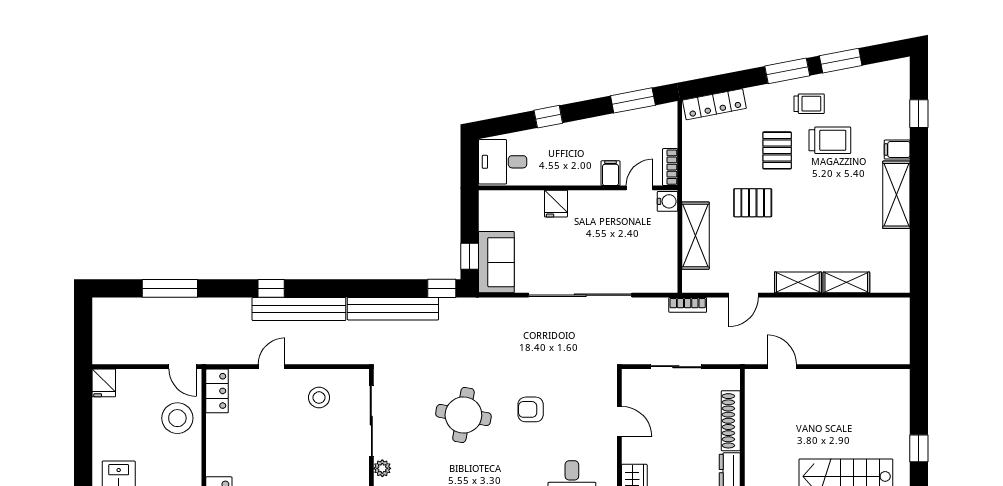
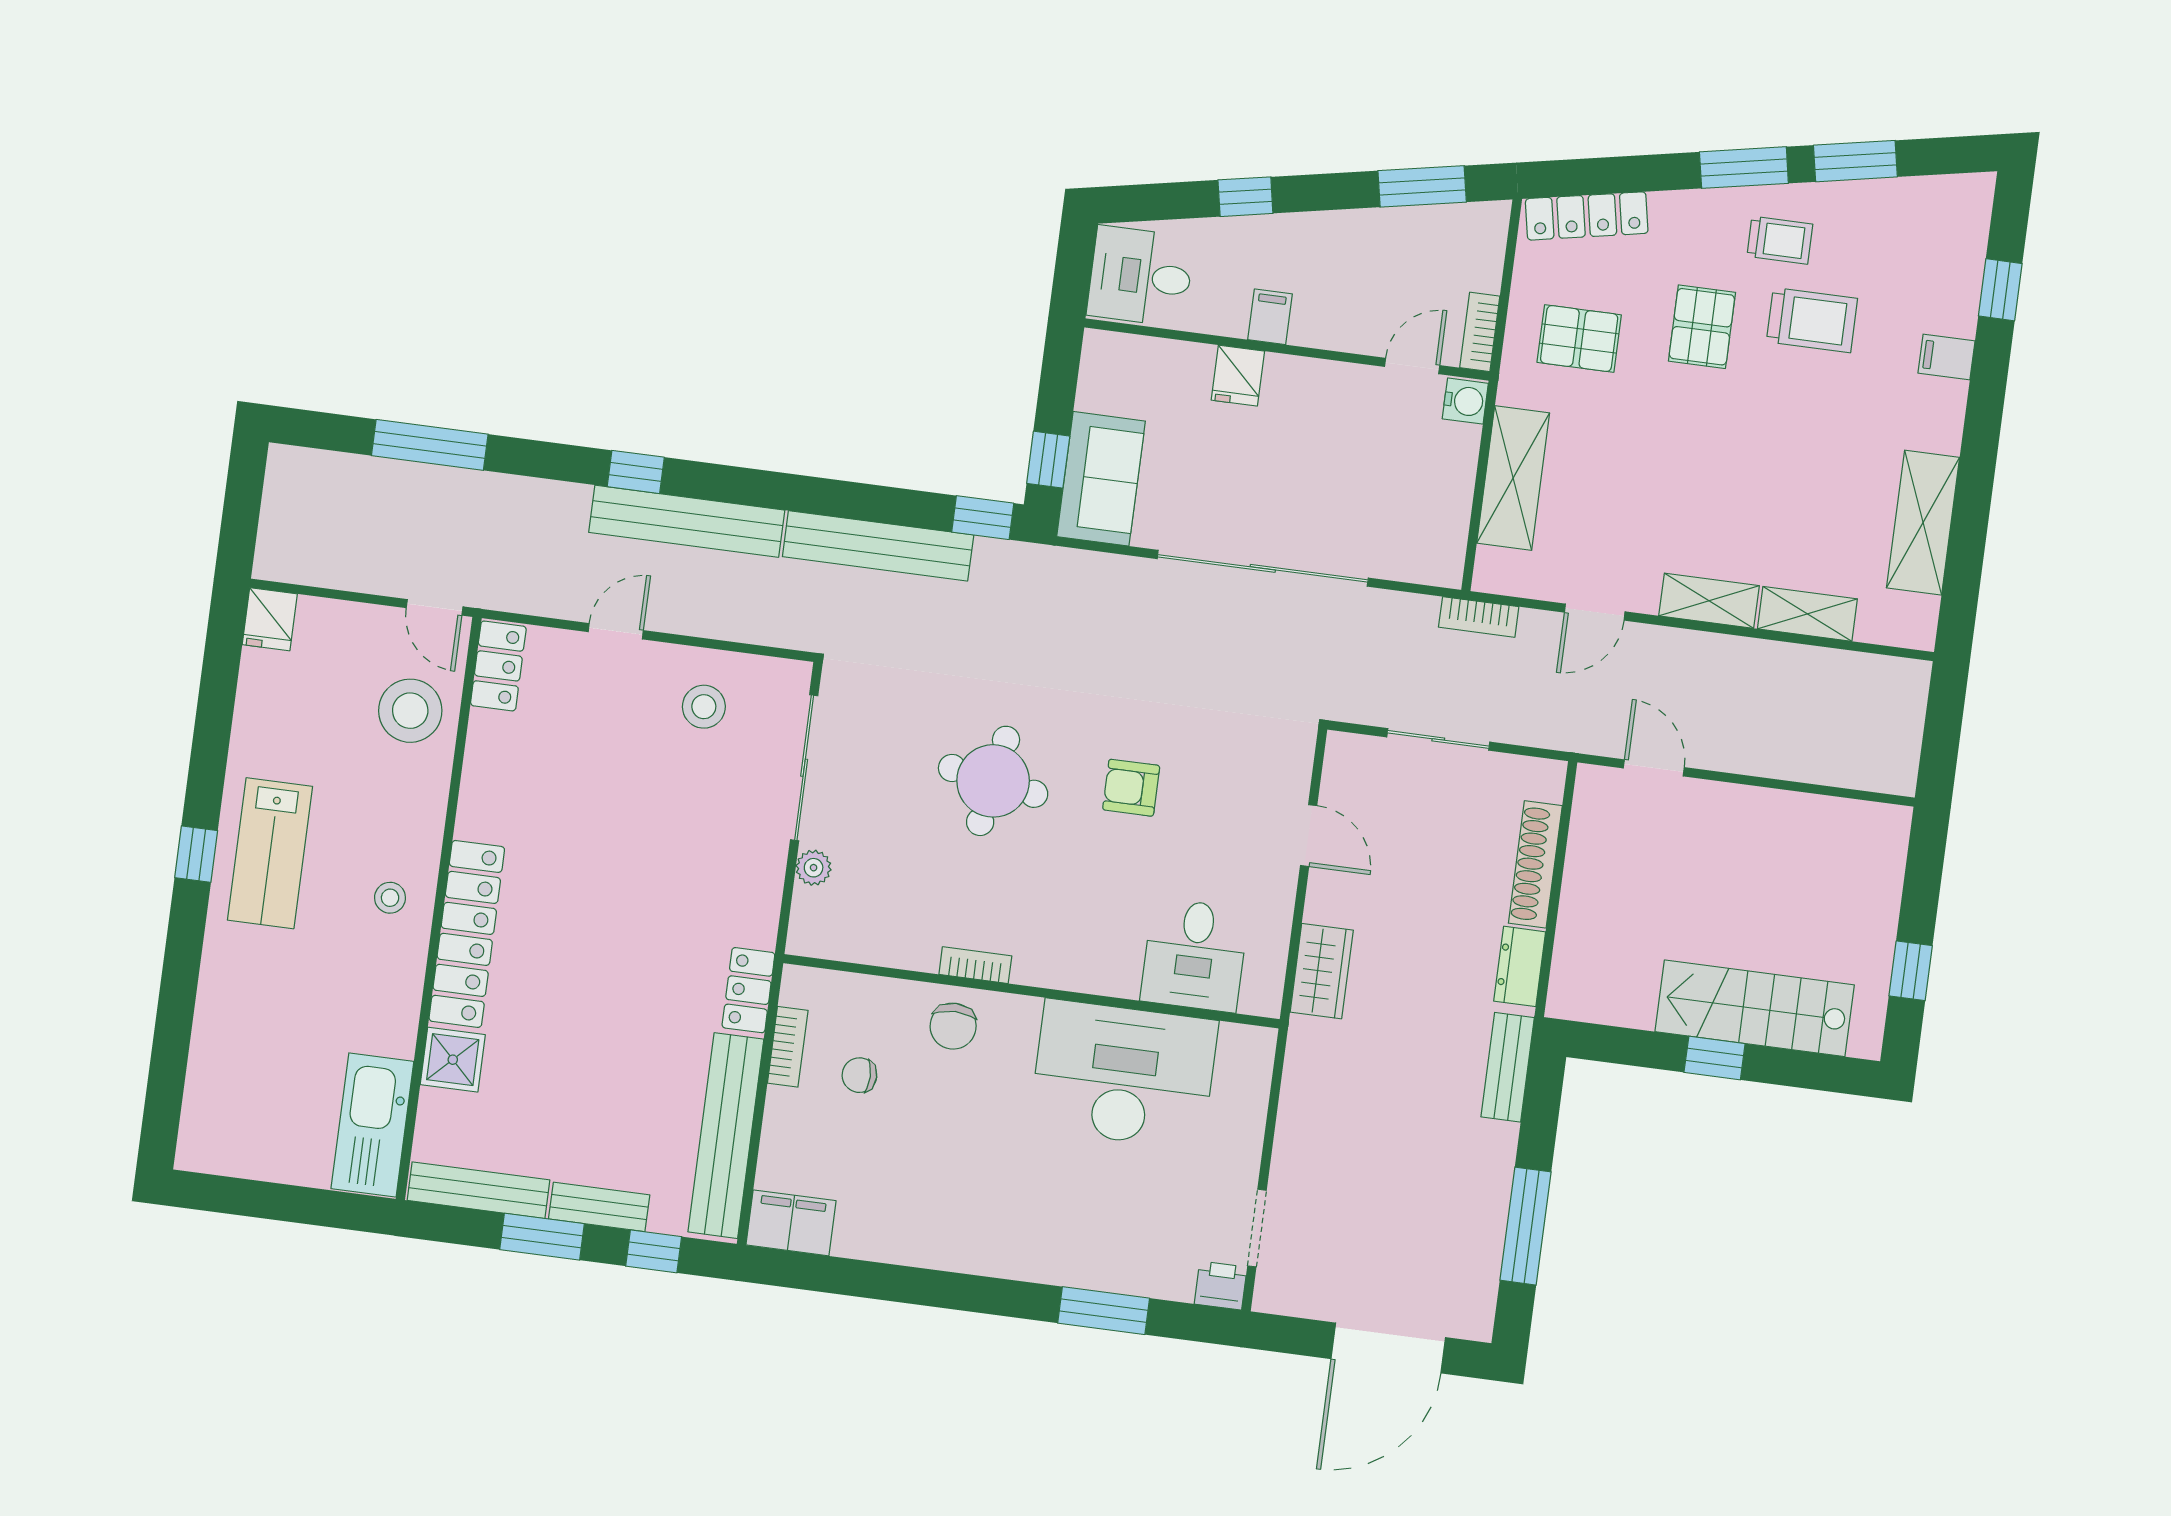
filing cabinet: (611, 173) -> (1270, 317), moved
shelving: (896, 195) -> (1923, 523), moved
pallet: (753, 203) -> (1579, 339), moved

